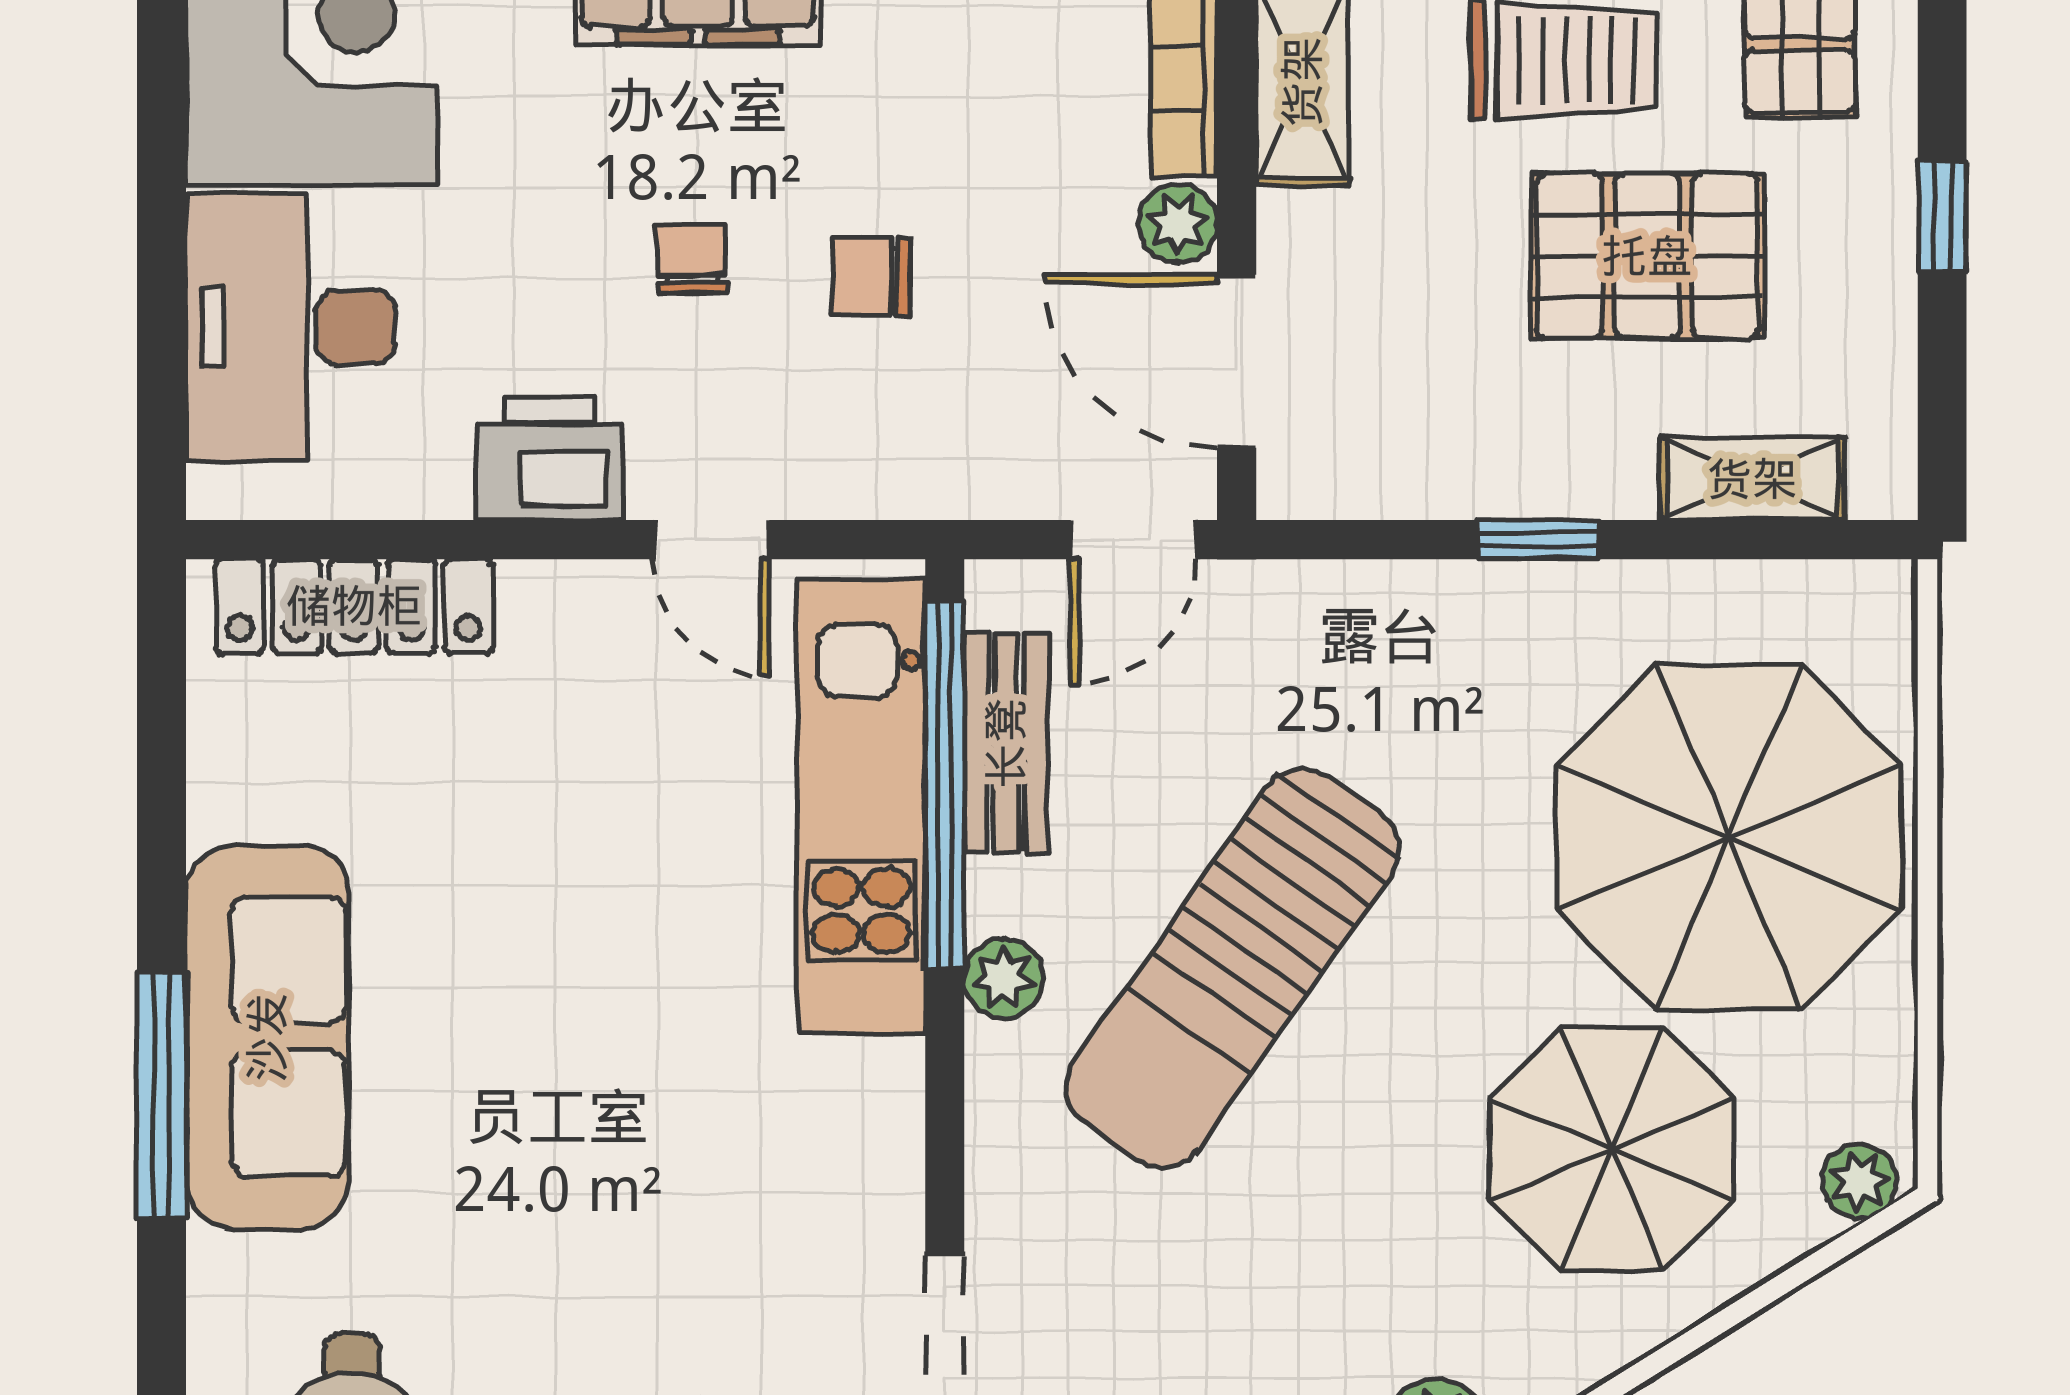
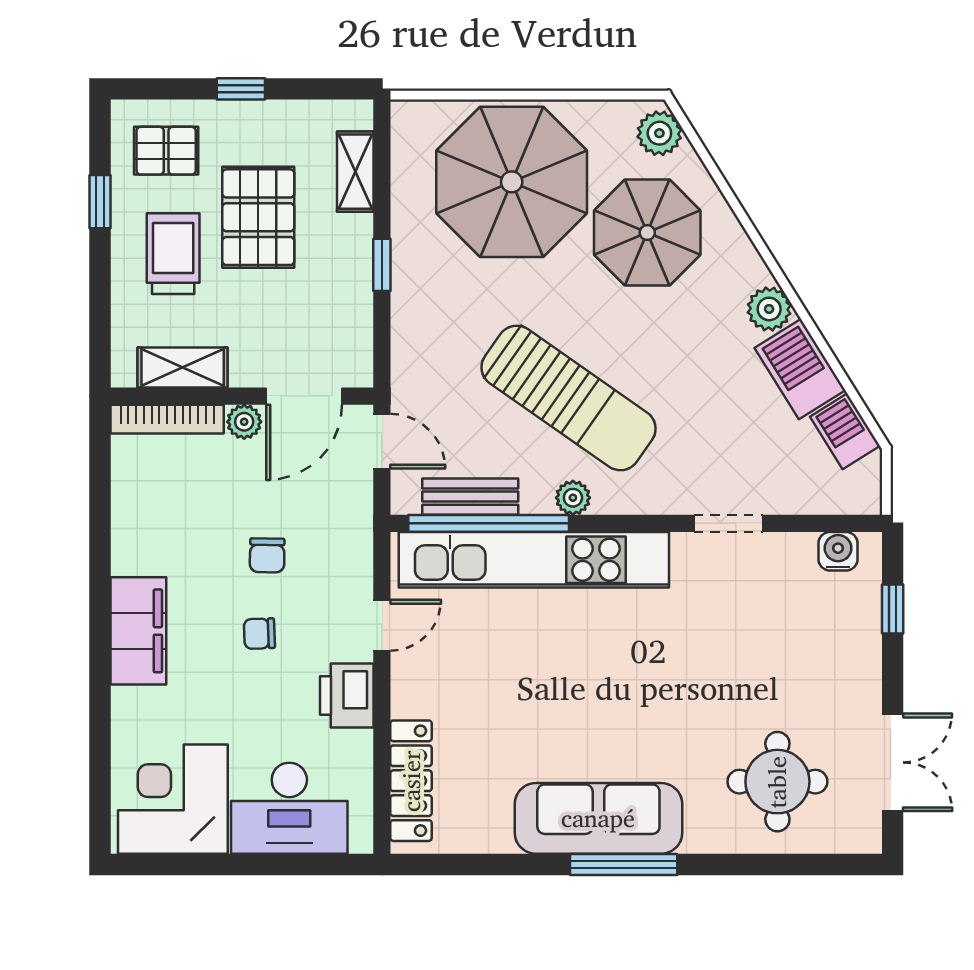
kitchen unit: (861, 806) -> (534, 560), width x1.36
plant: (1859, 1181) -> (659, 133), width x1.38, depth x1.38

